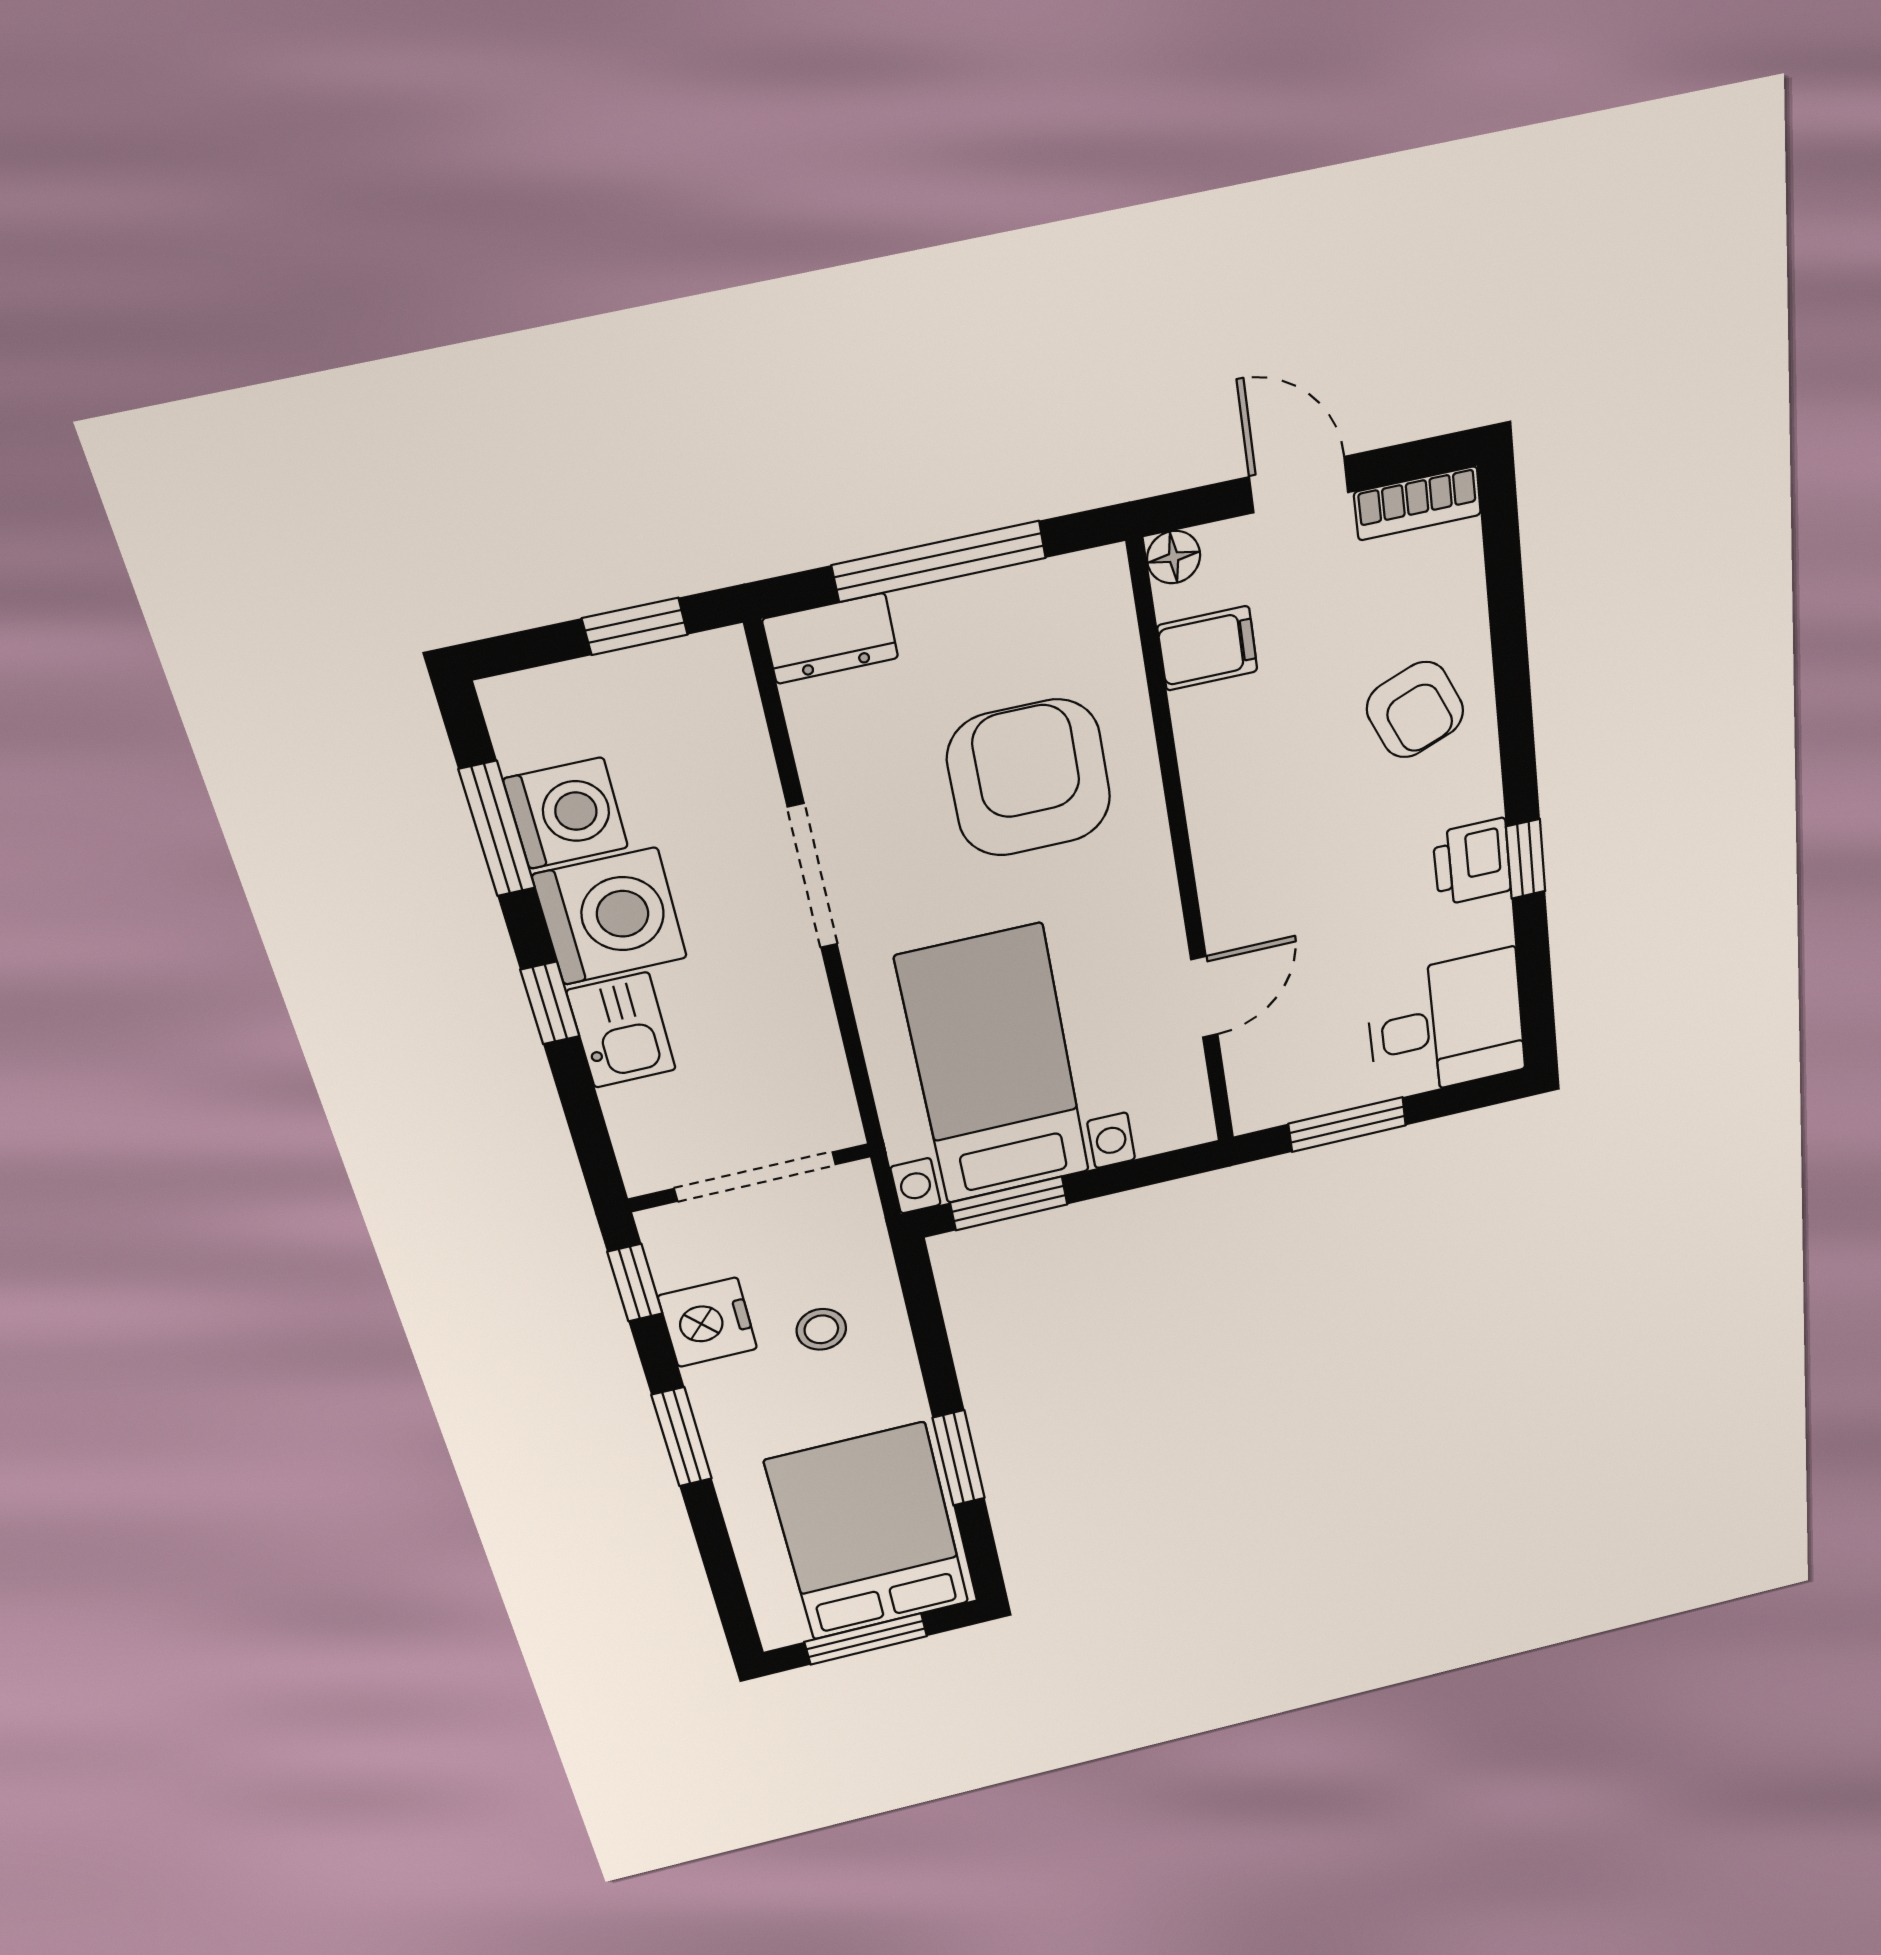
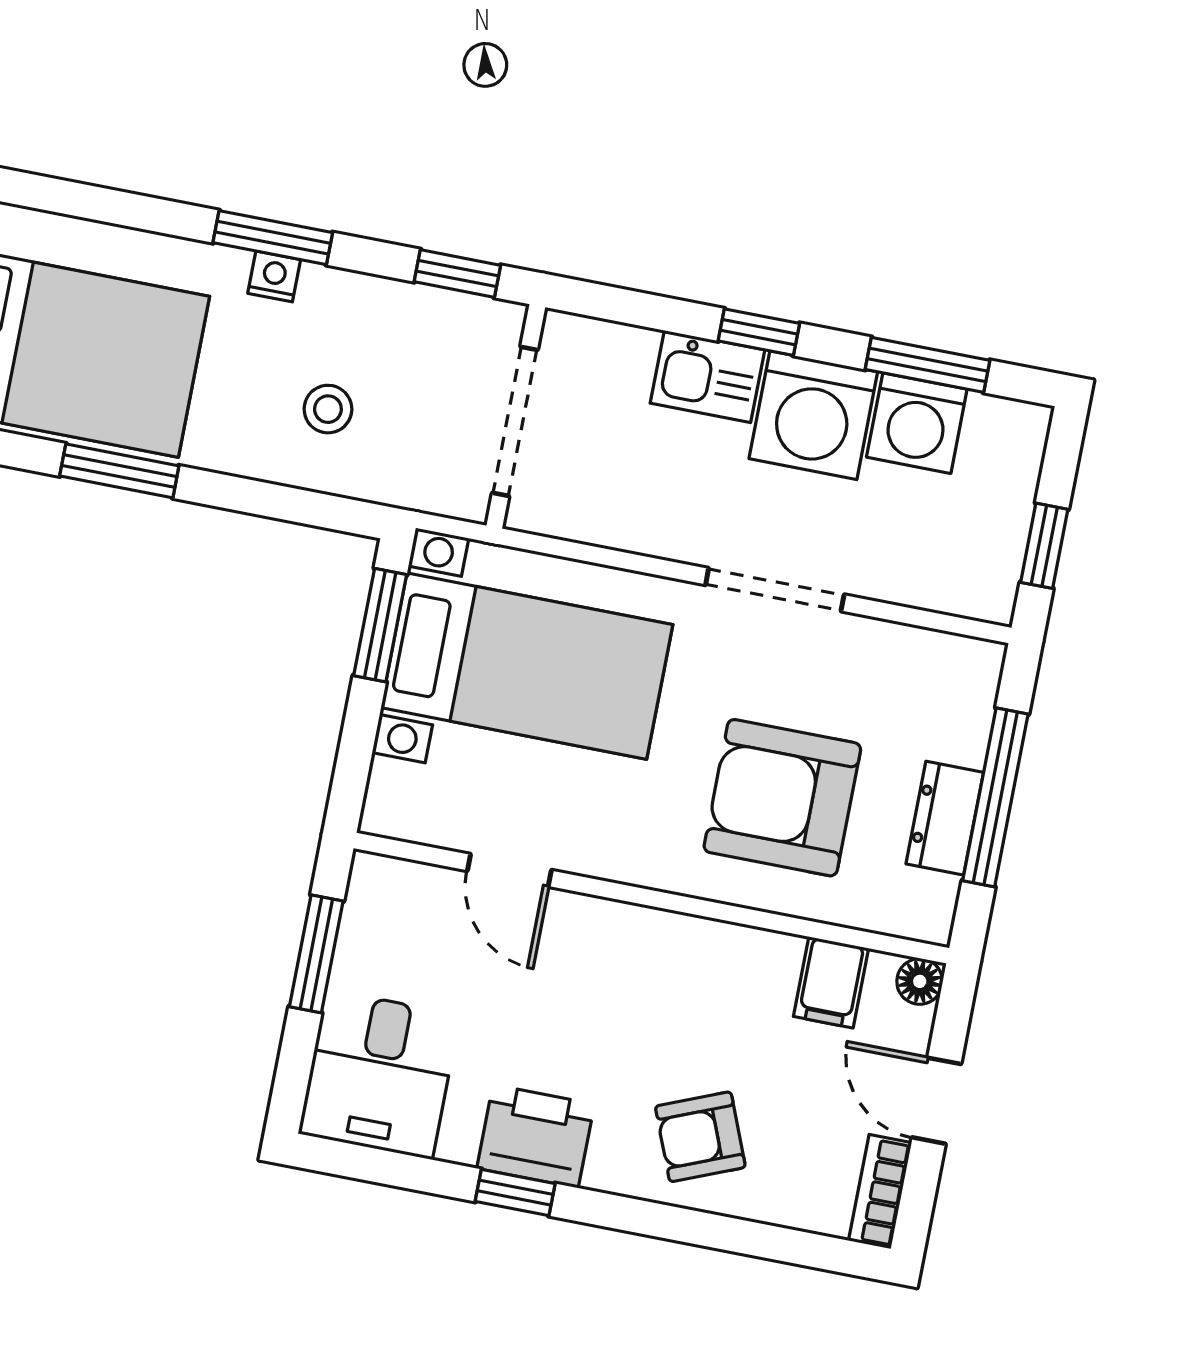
door: (1299, 485) -> (936, 1101), swing flipped
dresser: (830, 638) -> (945, 818), moved
armchair: (1029, 778) -> (782, 798), turned 180
printer: (1472, 862) -> (536, 1136), width x1.36, depth x1.24
nightstand: (708, 1322) -> (274, 276), moved, width x0.53, depth x0.56

